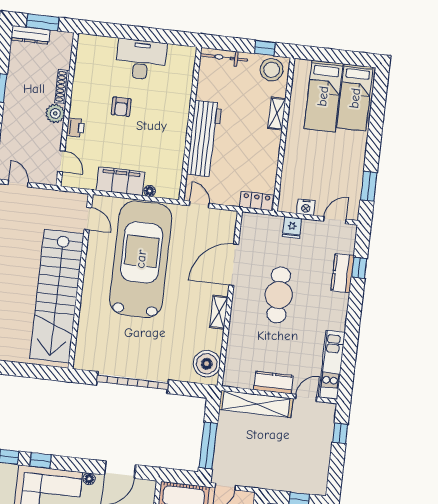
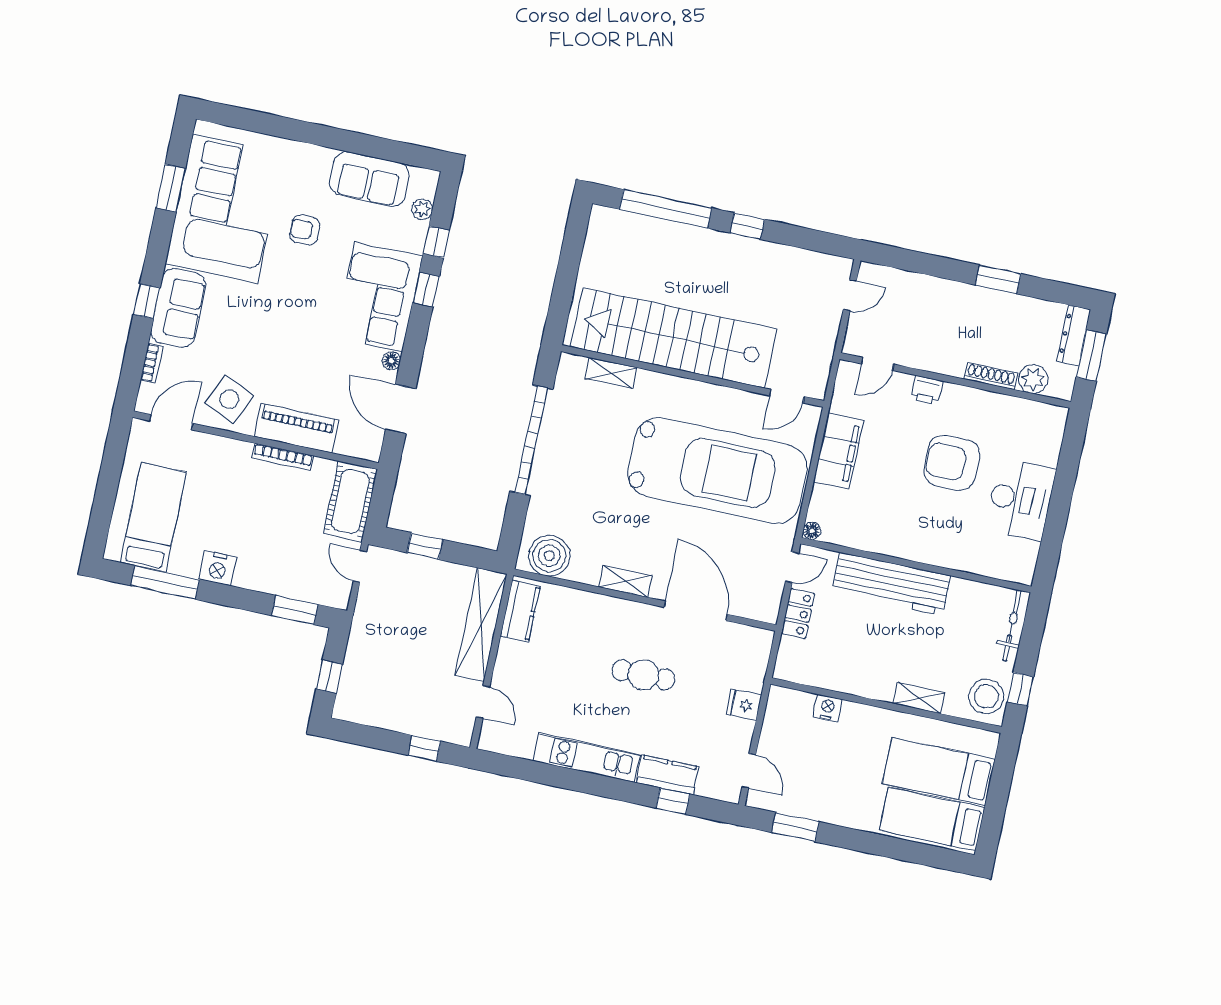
armchair: (121, 107) -> (952, 463), width x1.88, depth x1.88
plant: (55, 113) -> (1033, 379), moved
floor lamp: (150, 191) -> (812, 531), moved
locker: (256, 201) -> (798, 613), moved
nightstand: (306, 207) -> (828, 708), moved, turned 90
cafe table: (279, 295) -> (643, 675), width x0.73, depth x0.74
shelving: (84, 335) -> (611, 373), added
kitchen unit: (332, 365) -> (587, 758), moved
kitchen counter: (273, 383) -> (520, 611), moved
window: (208, 445) -> (425, 546), width x0.46

